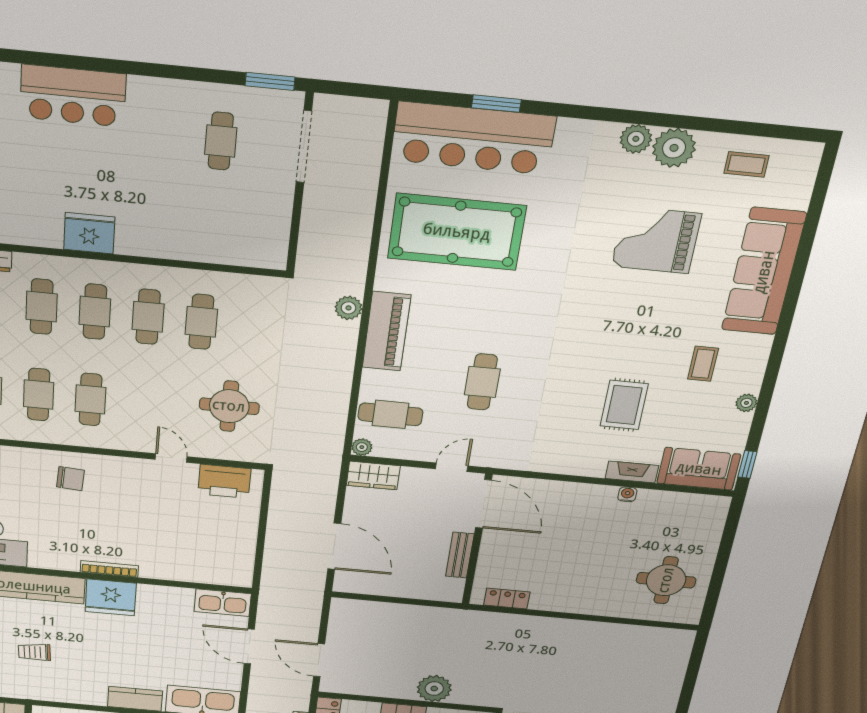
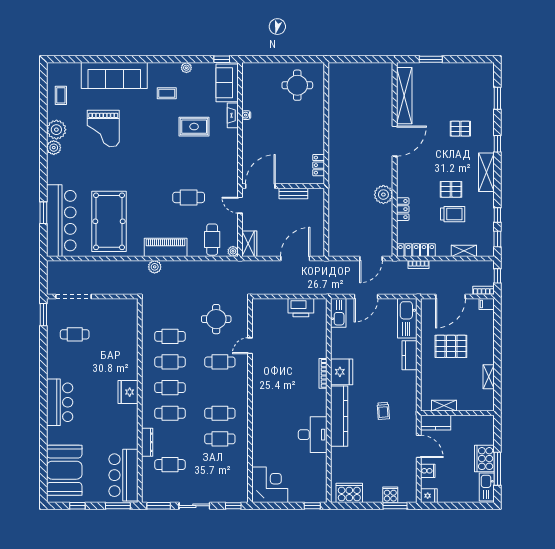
cafe table: (90, 399) -> (220, 362), moved
chair: (70, 479) -> (268, 396), removed
printer: (224, 481) -> (301, 308), moved, turned 90

